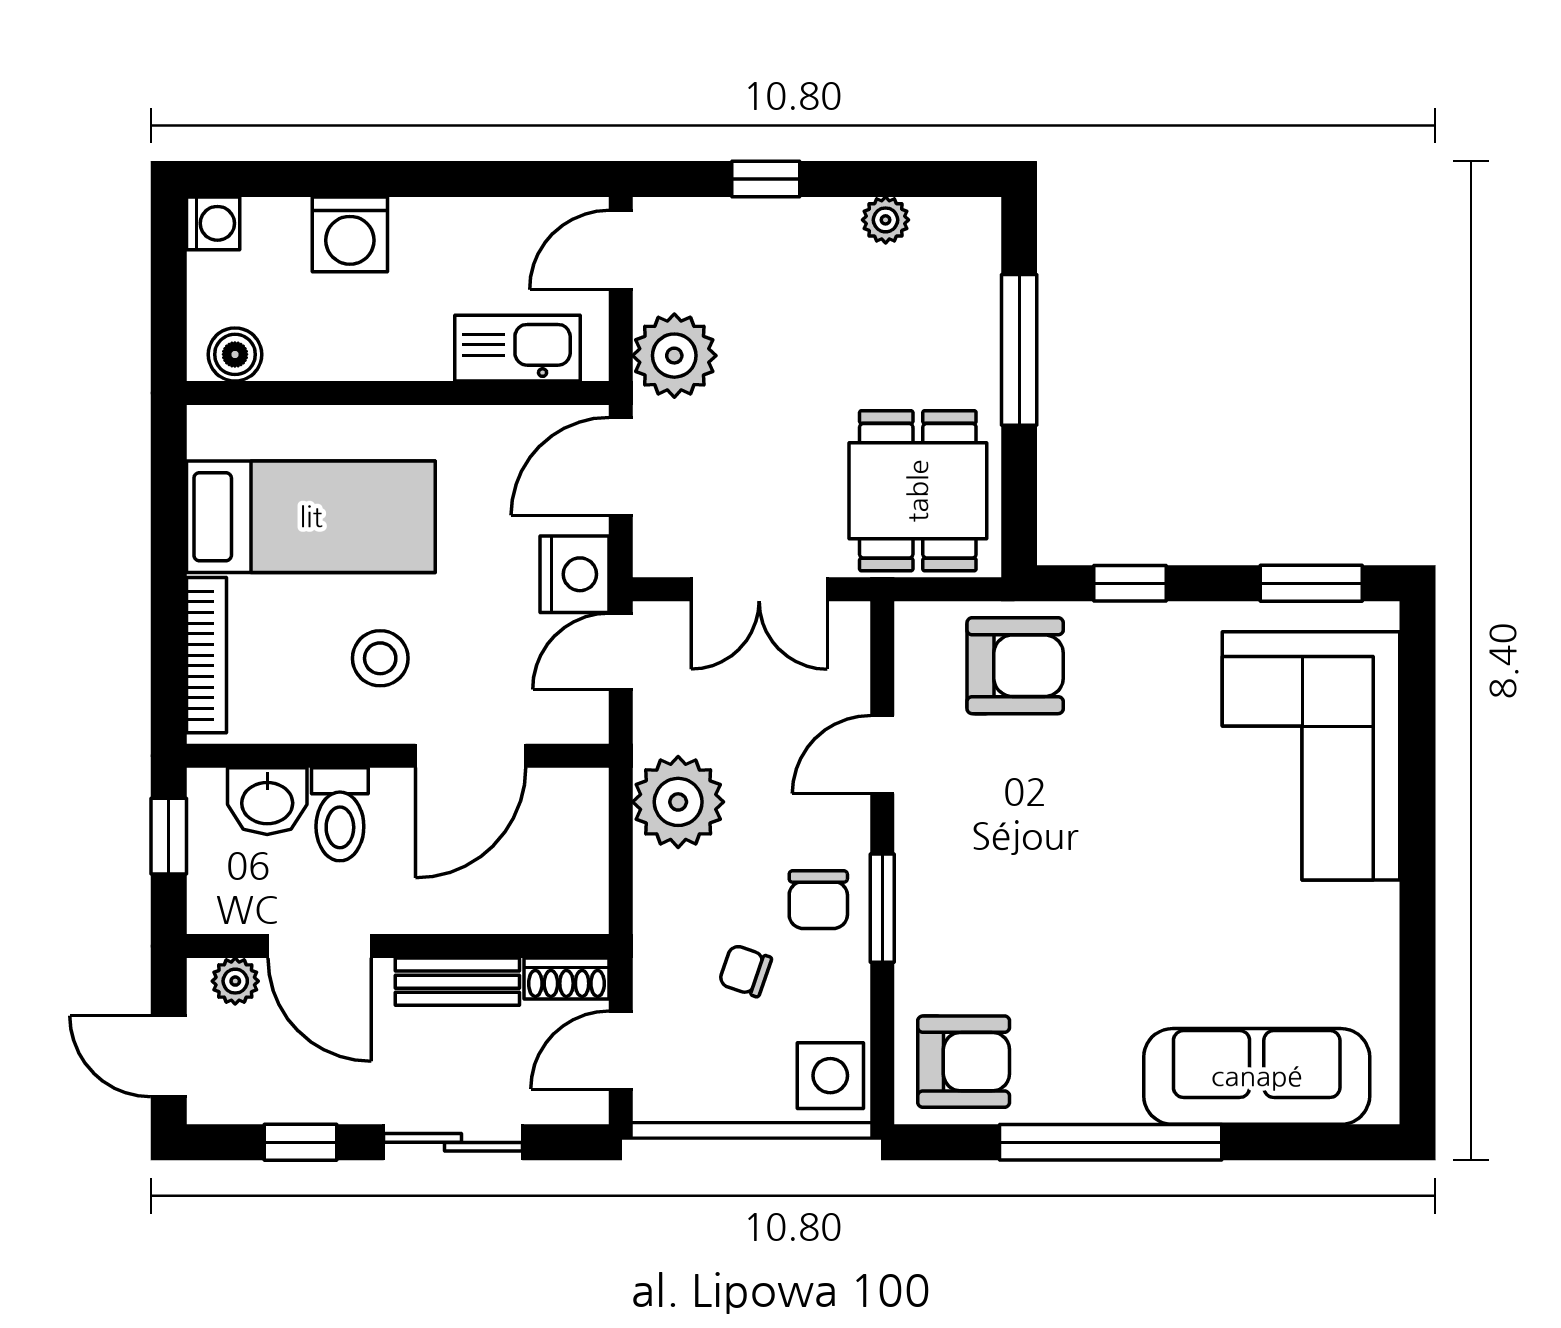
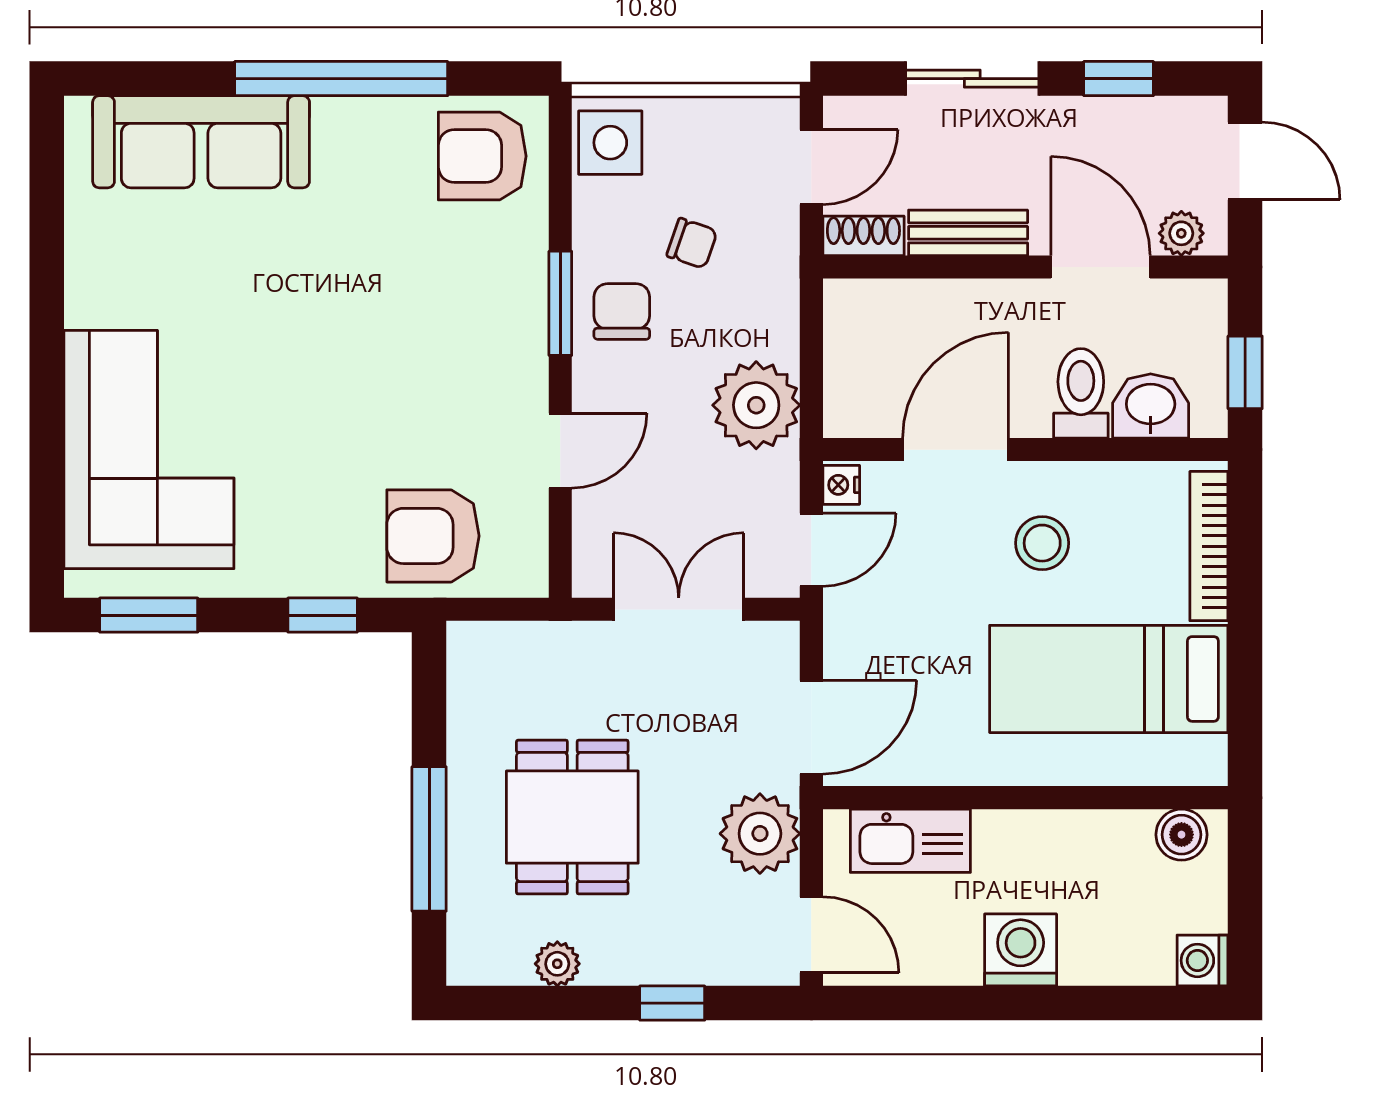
washing machine: (350, 234) -> (1021, 950), moved
door: (621, 250) -> (811, 935), hinge flipped
dining table: (918, 491) -> (572, 817), moved
nightstand: (574, 574) -> (841, 485), moved, width x0.53, depth x0.56

